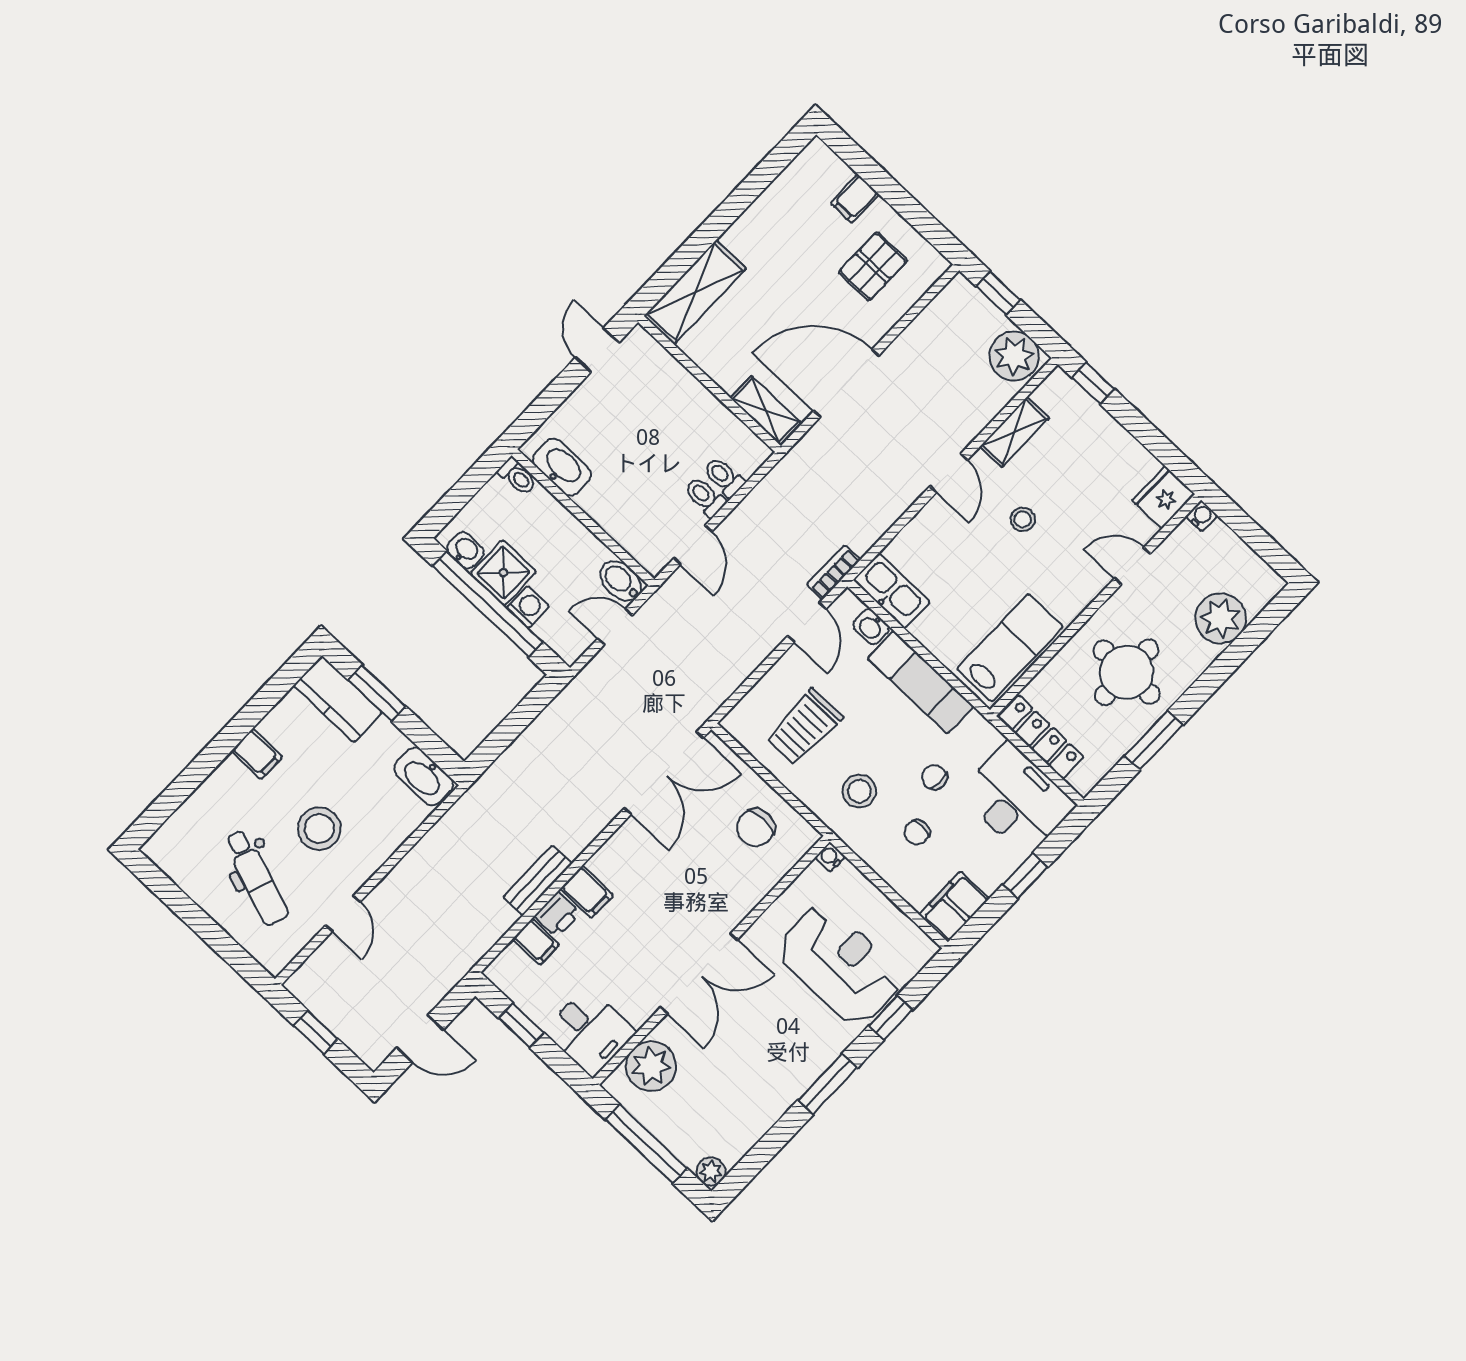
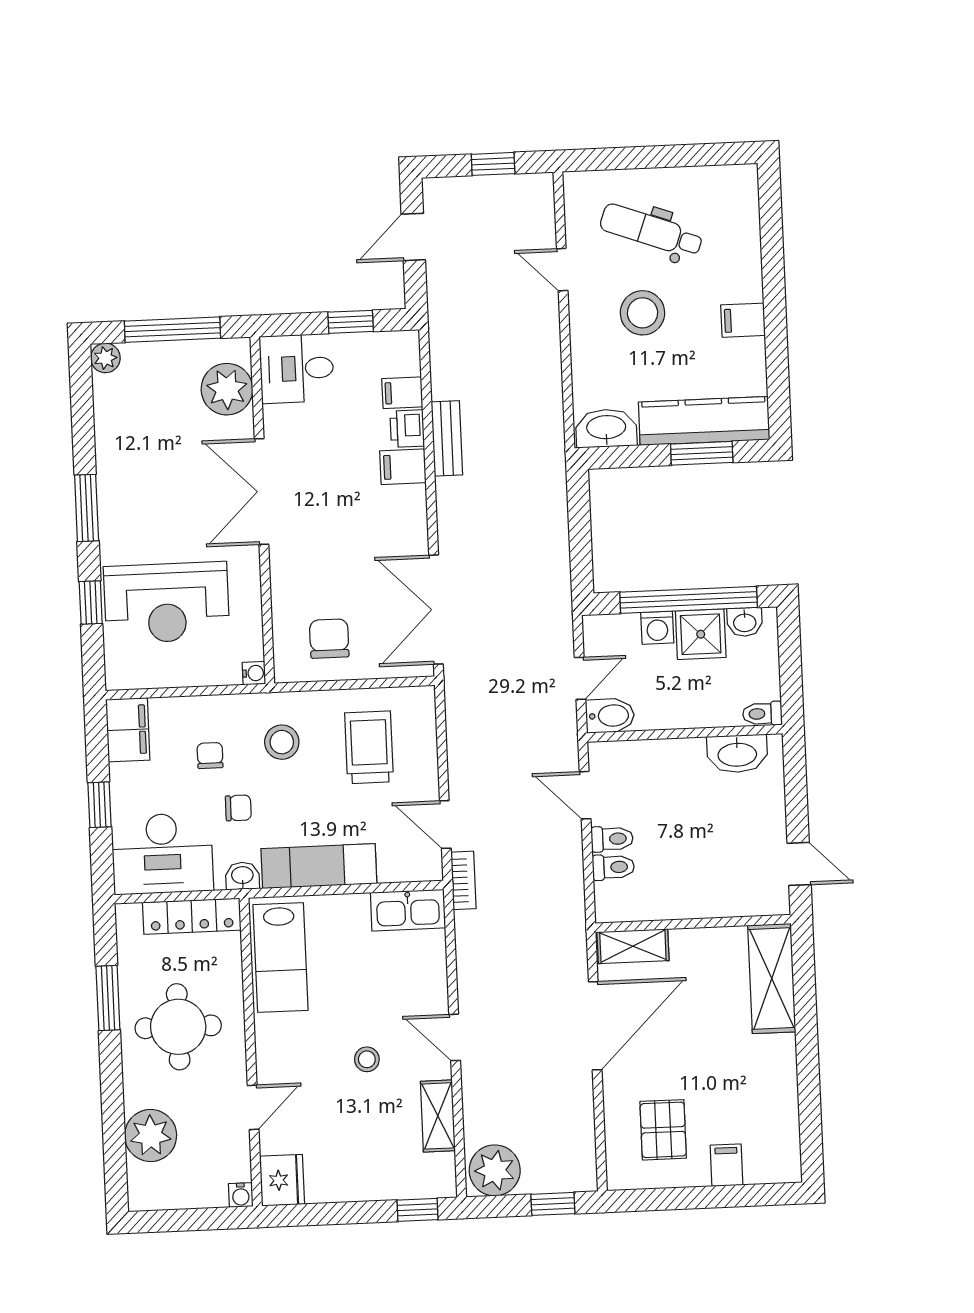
washbasin: (871, 627) -> (242, 876), moved
kitchen counter: (338, 699) -> (704, 421), width x1.50

